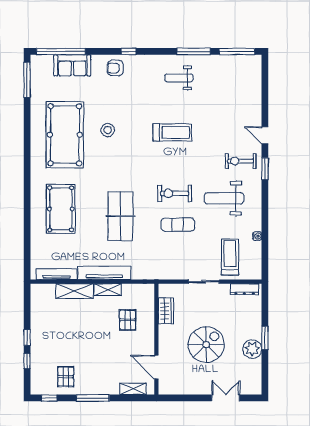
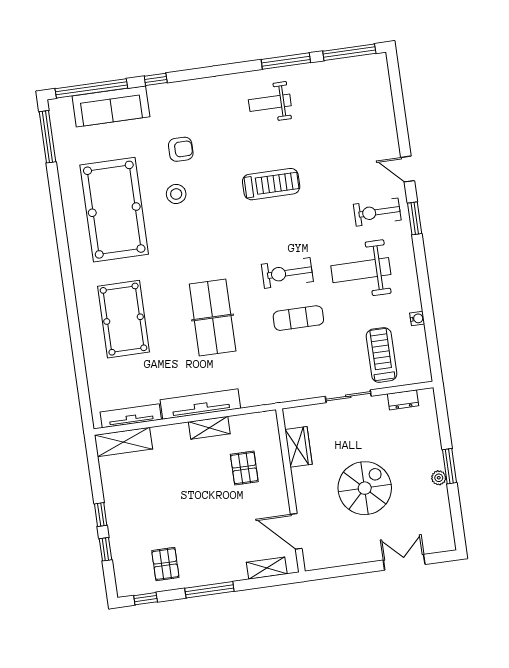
window: (129, 51) -> (156, 79), moved
sofa: (72, 65) -> (111, 106), width x1.36
armchair: (115, 68) -> (181, 149), moved, turned 180
dresser: (244, 289) -> (403, 400), width x0.70
shelving: (75, 291) -> (123, 442), moved
plant: (252, 349) -> (439, 478), width x0.53, depth x0.53

